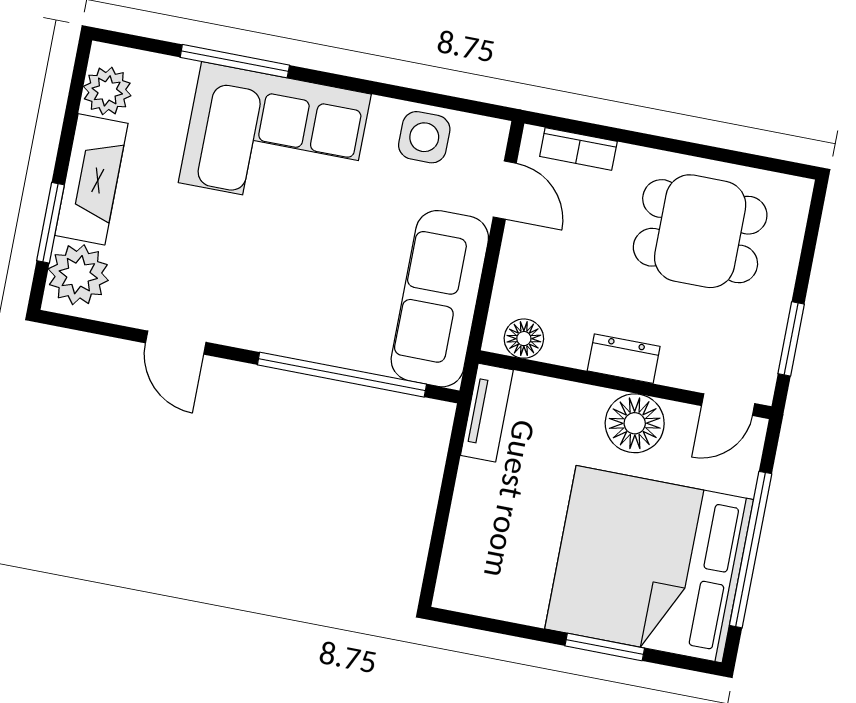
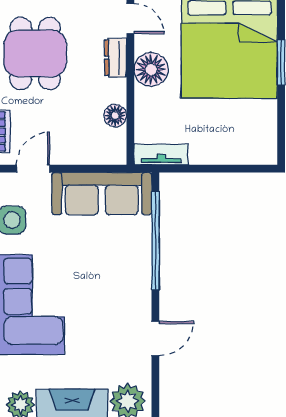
floor lamp: (524, 339) -> (115, 116), moved
dresser: (624, 359) -> (116, 58), moved

